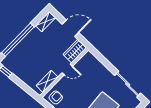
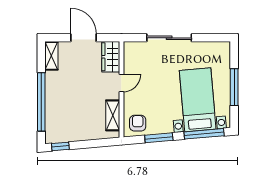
door: (70, 28) -> (84, 38), hinge flipped
sliding door: (128, 84) -> (169, 38), moved

